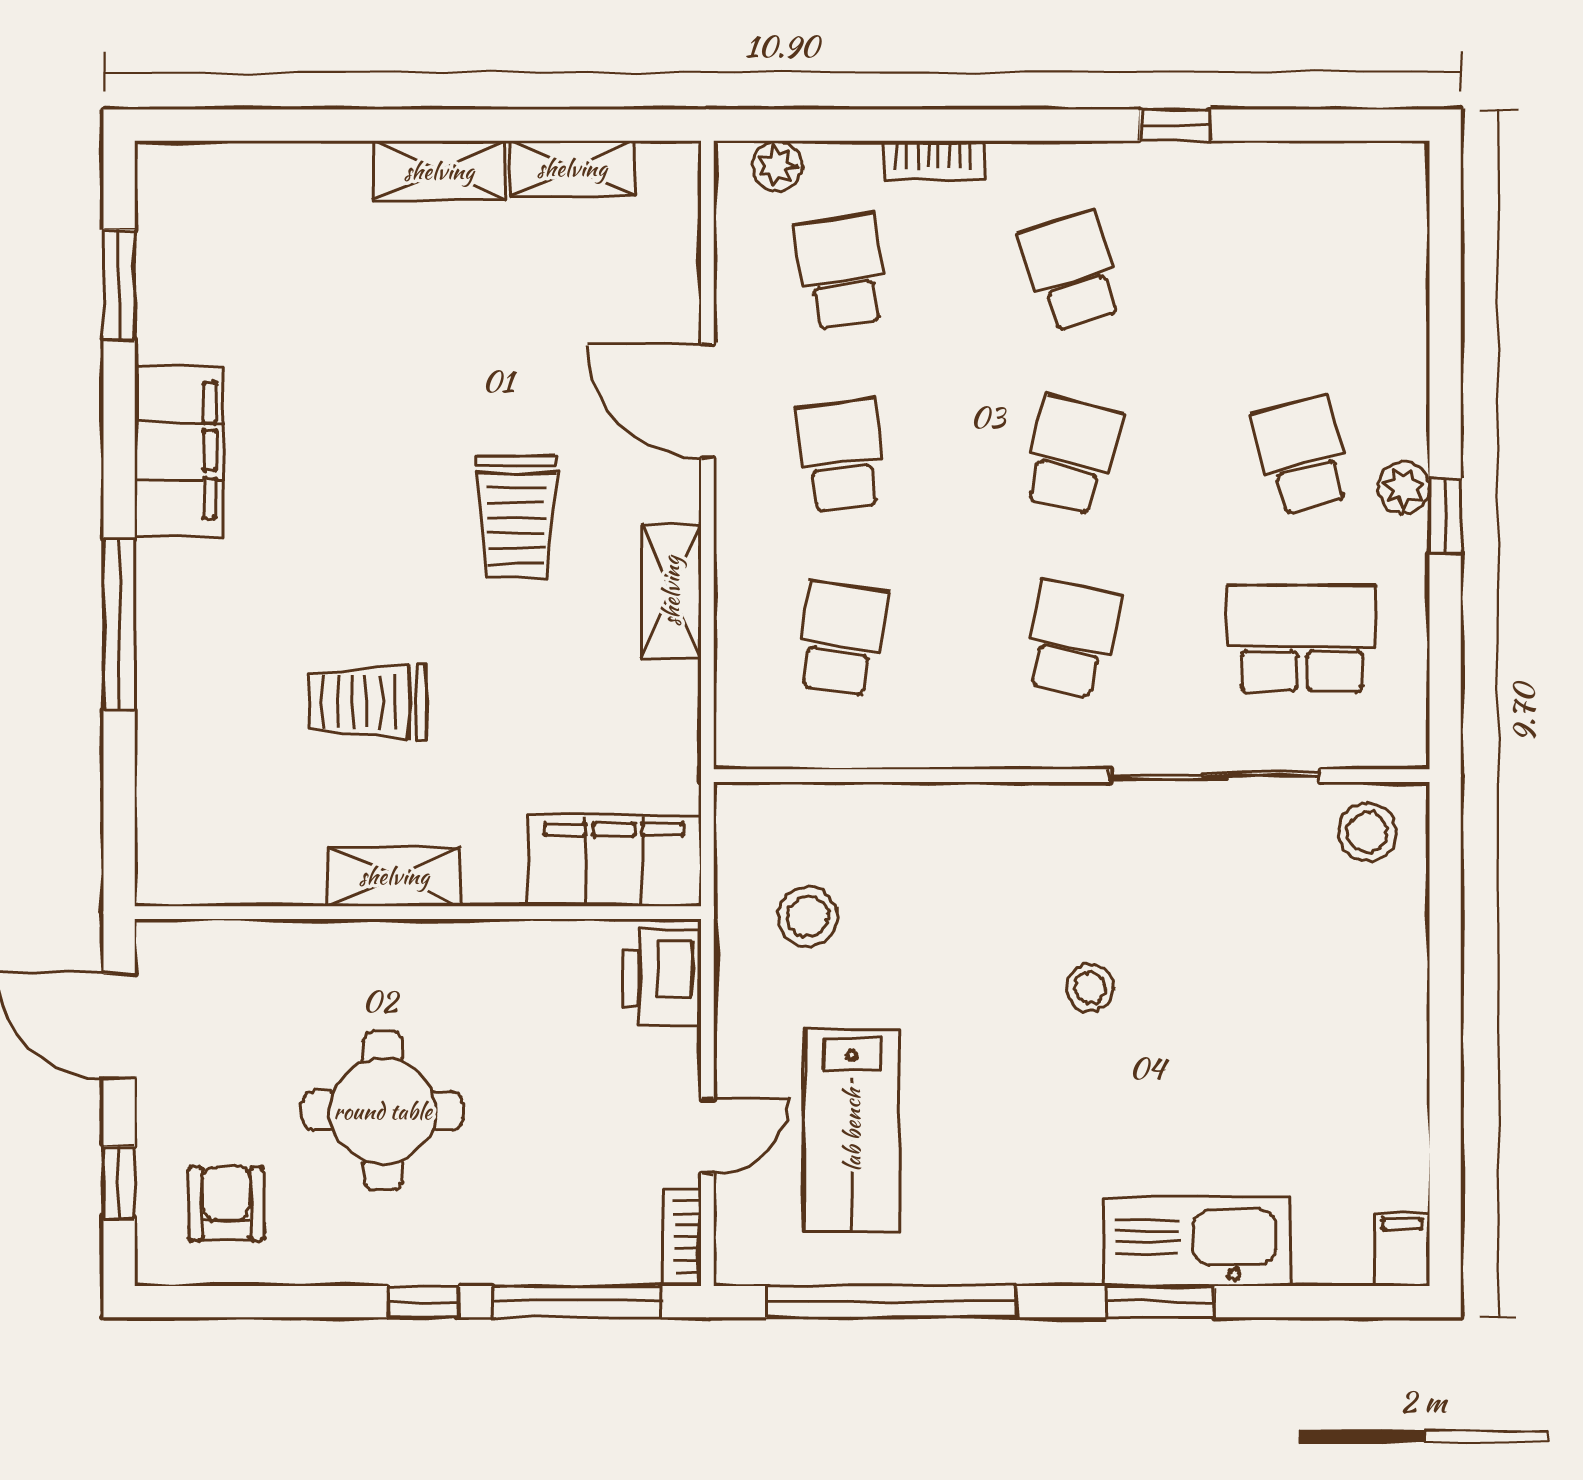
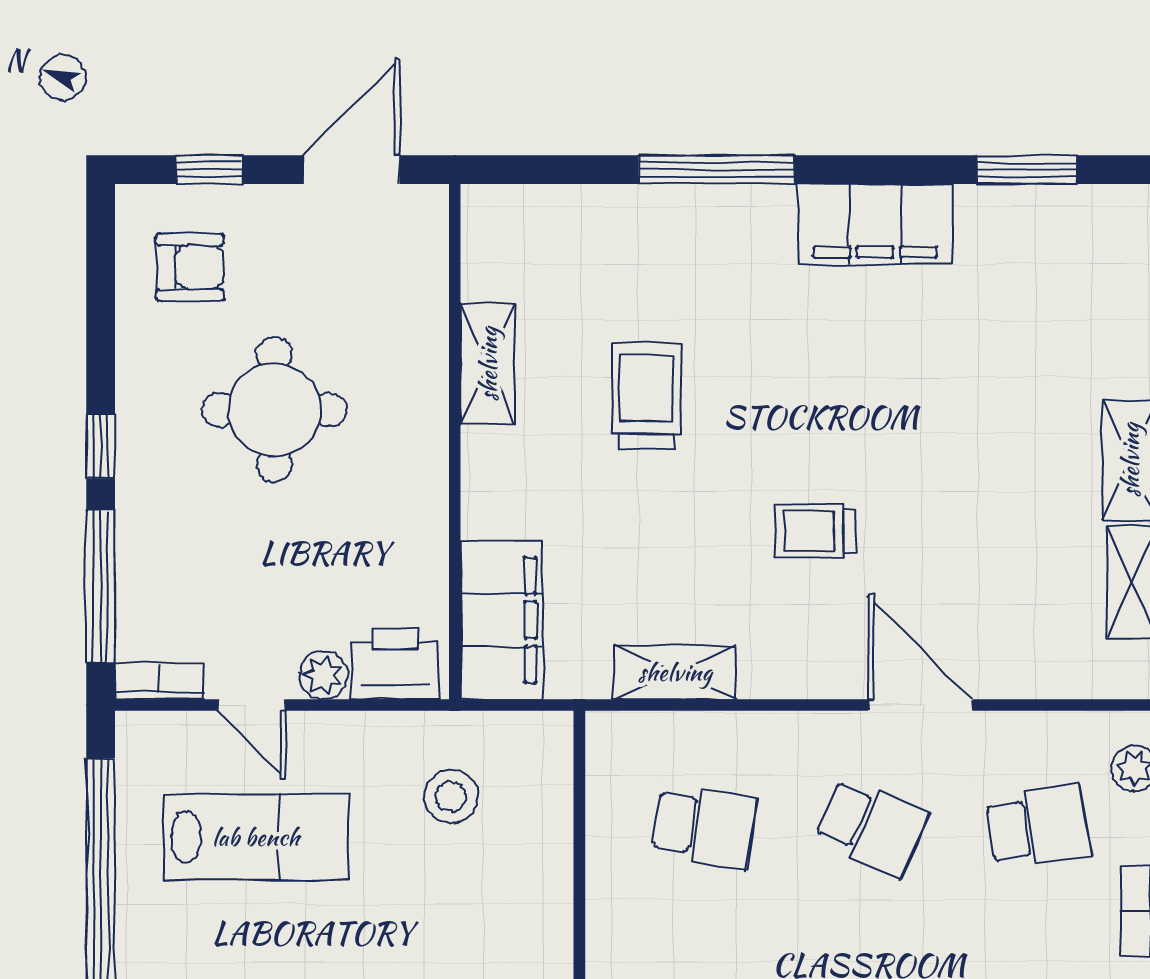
door: (707, 401) -> (920, 705), hinge flipped
school desk: (841, 455) -> (871, 827), turned 30
trolley: (516, 517) -> (814, 531), width x0.73, depth x0.72
shelving: (671, 591) -> (675, 672), moved
shelving: (394, 876) -> (488, 364), moved
plant: (675, 1057) -> (323, 675), added
lab bench: (852, 1130) -> (256, 837), turned 180

